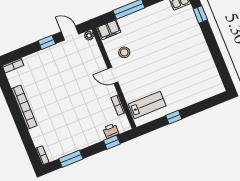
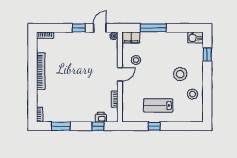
door: (70, 33) -> (100, 28), hinge flipped
stool: (179, 48) -> (180, 74), added
stool: (202, 65) -> (193, 94), added
door: (113, 75) -> (120, 74), swing flipped
lab bench: (147, 105) -> (158, 105), moved, turned 180

